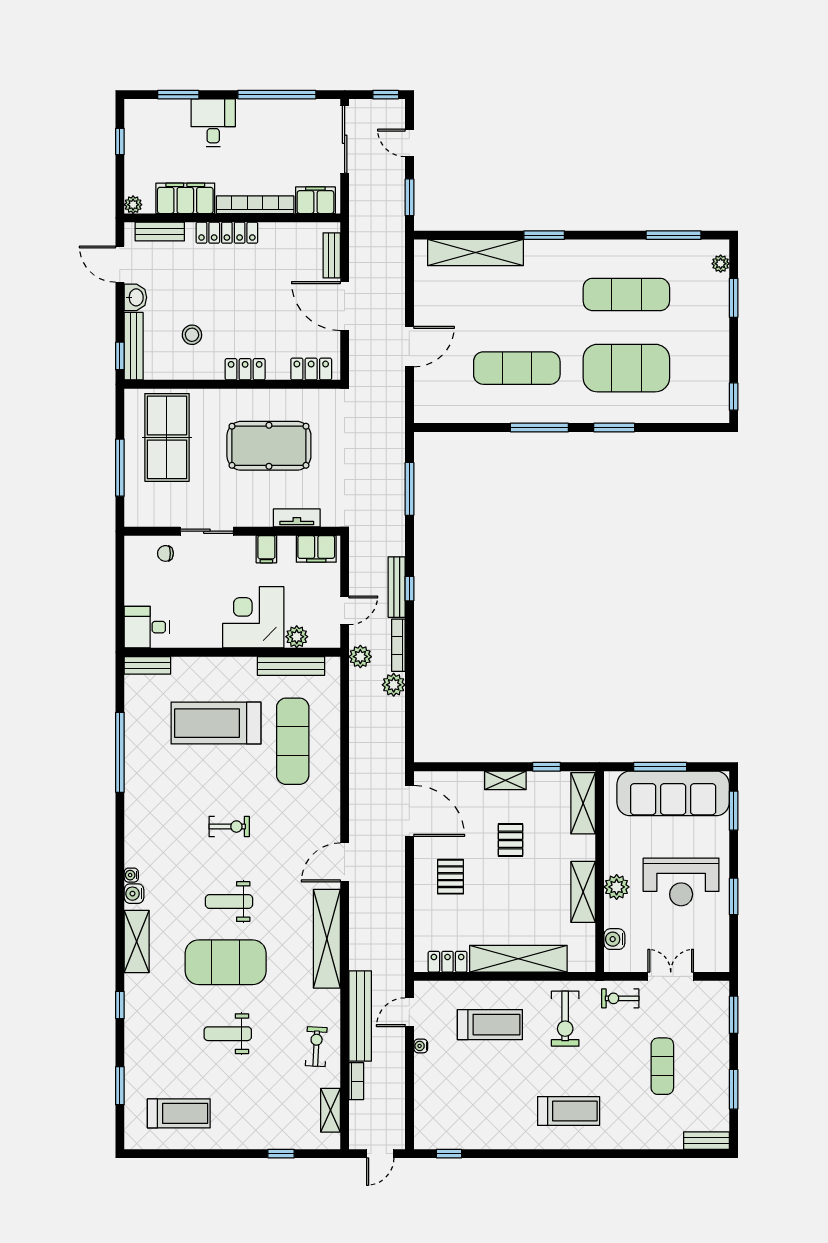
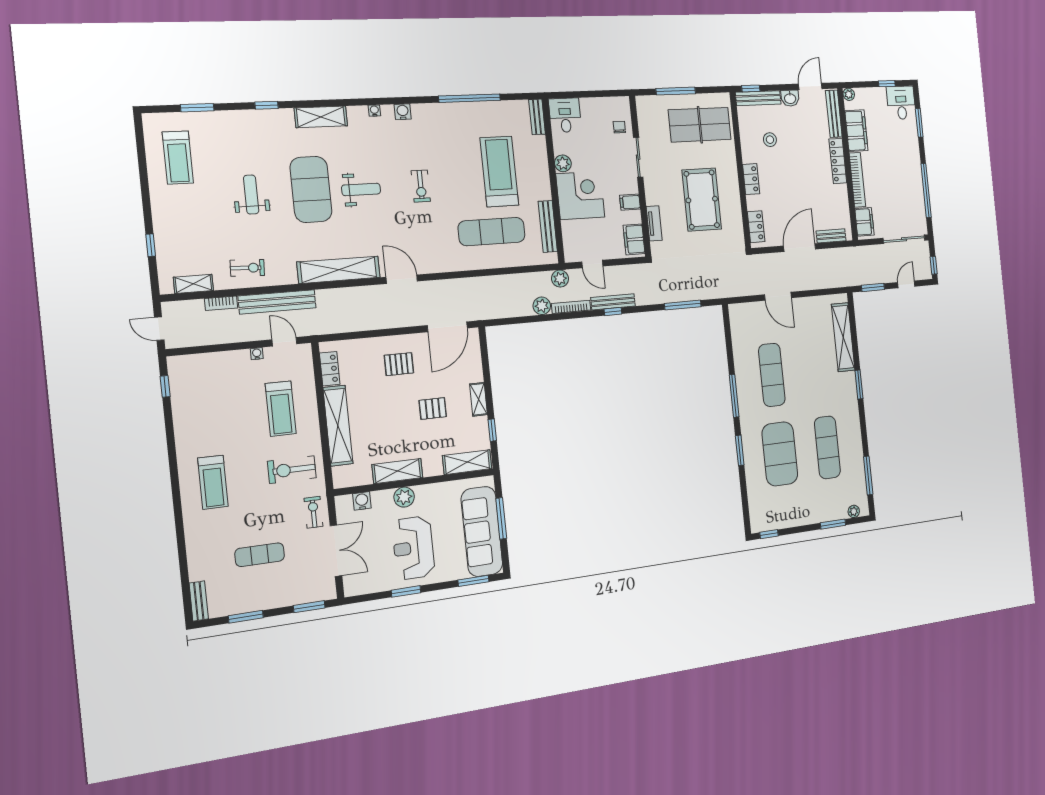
desk: (213, 123) -> (901, 103), moved, turned -90
bench: (160, 232) -> (834, 114), width x1.36
plant: (297, 637) -> (563, 163), moved
water cooler: (134, 894) -> (403, 112), moved
weight bench: (229, 902) -> (361, 189), turned 90
double door: (671, 976) -> (336, 551), width x1.37

